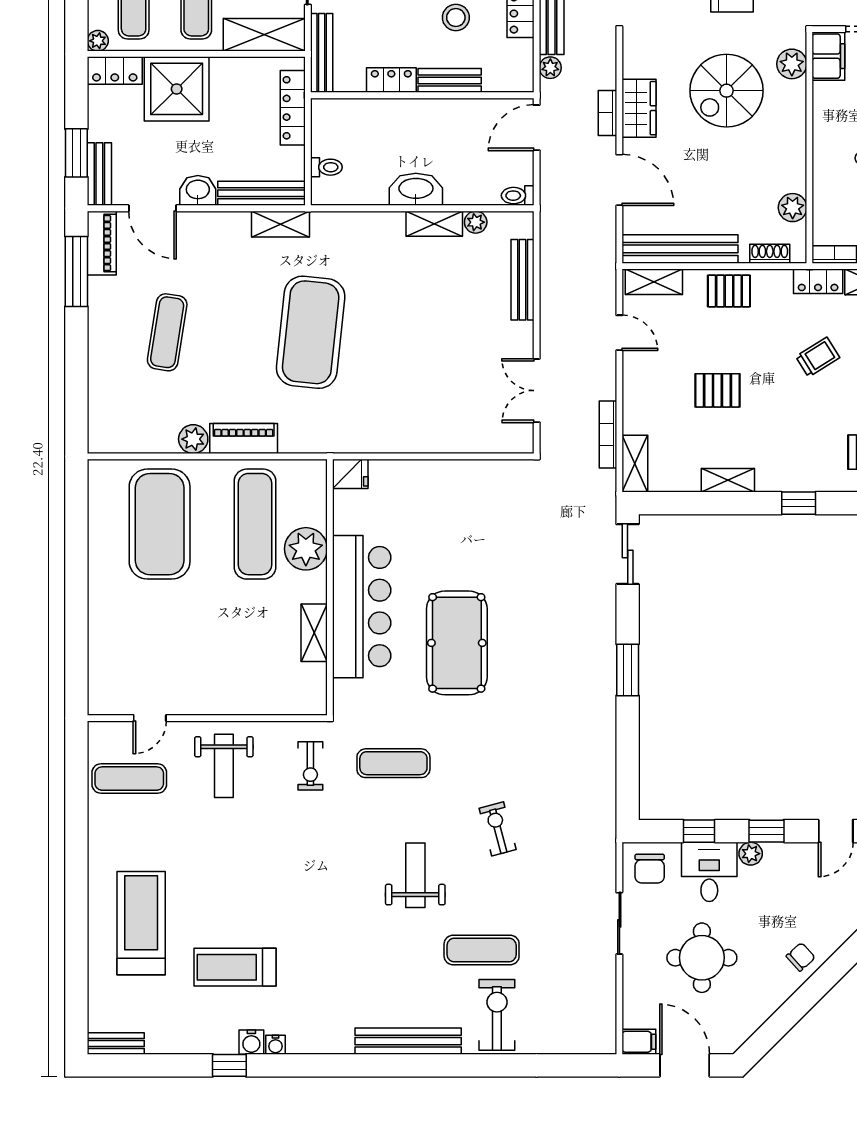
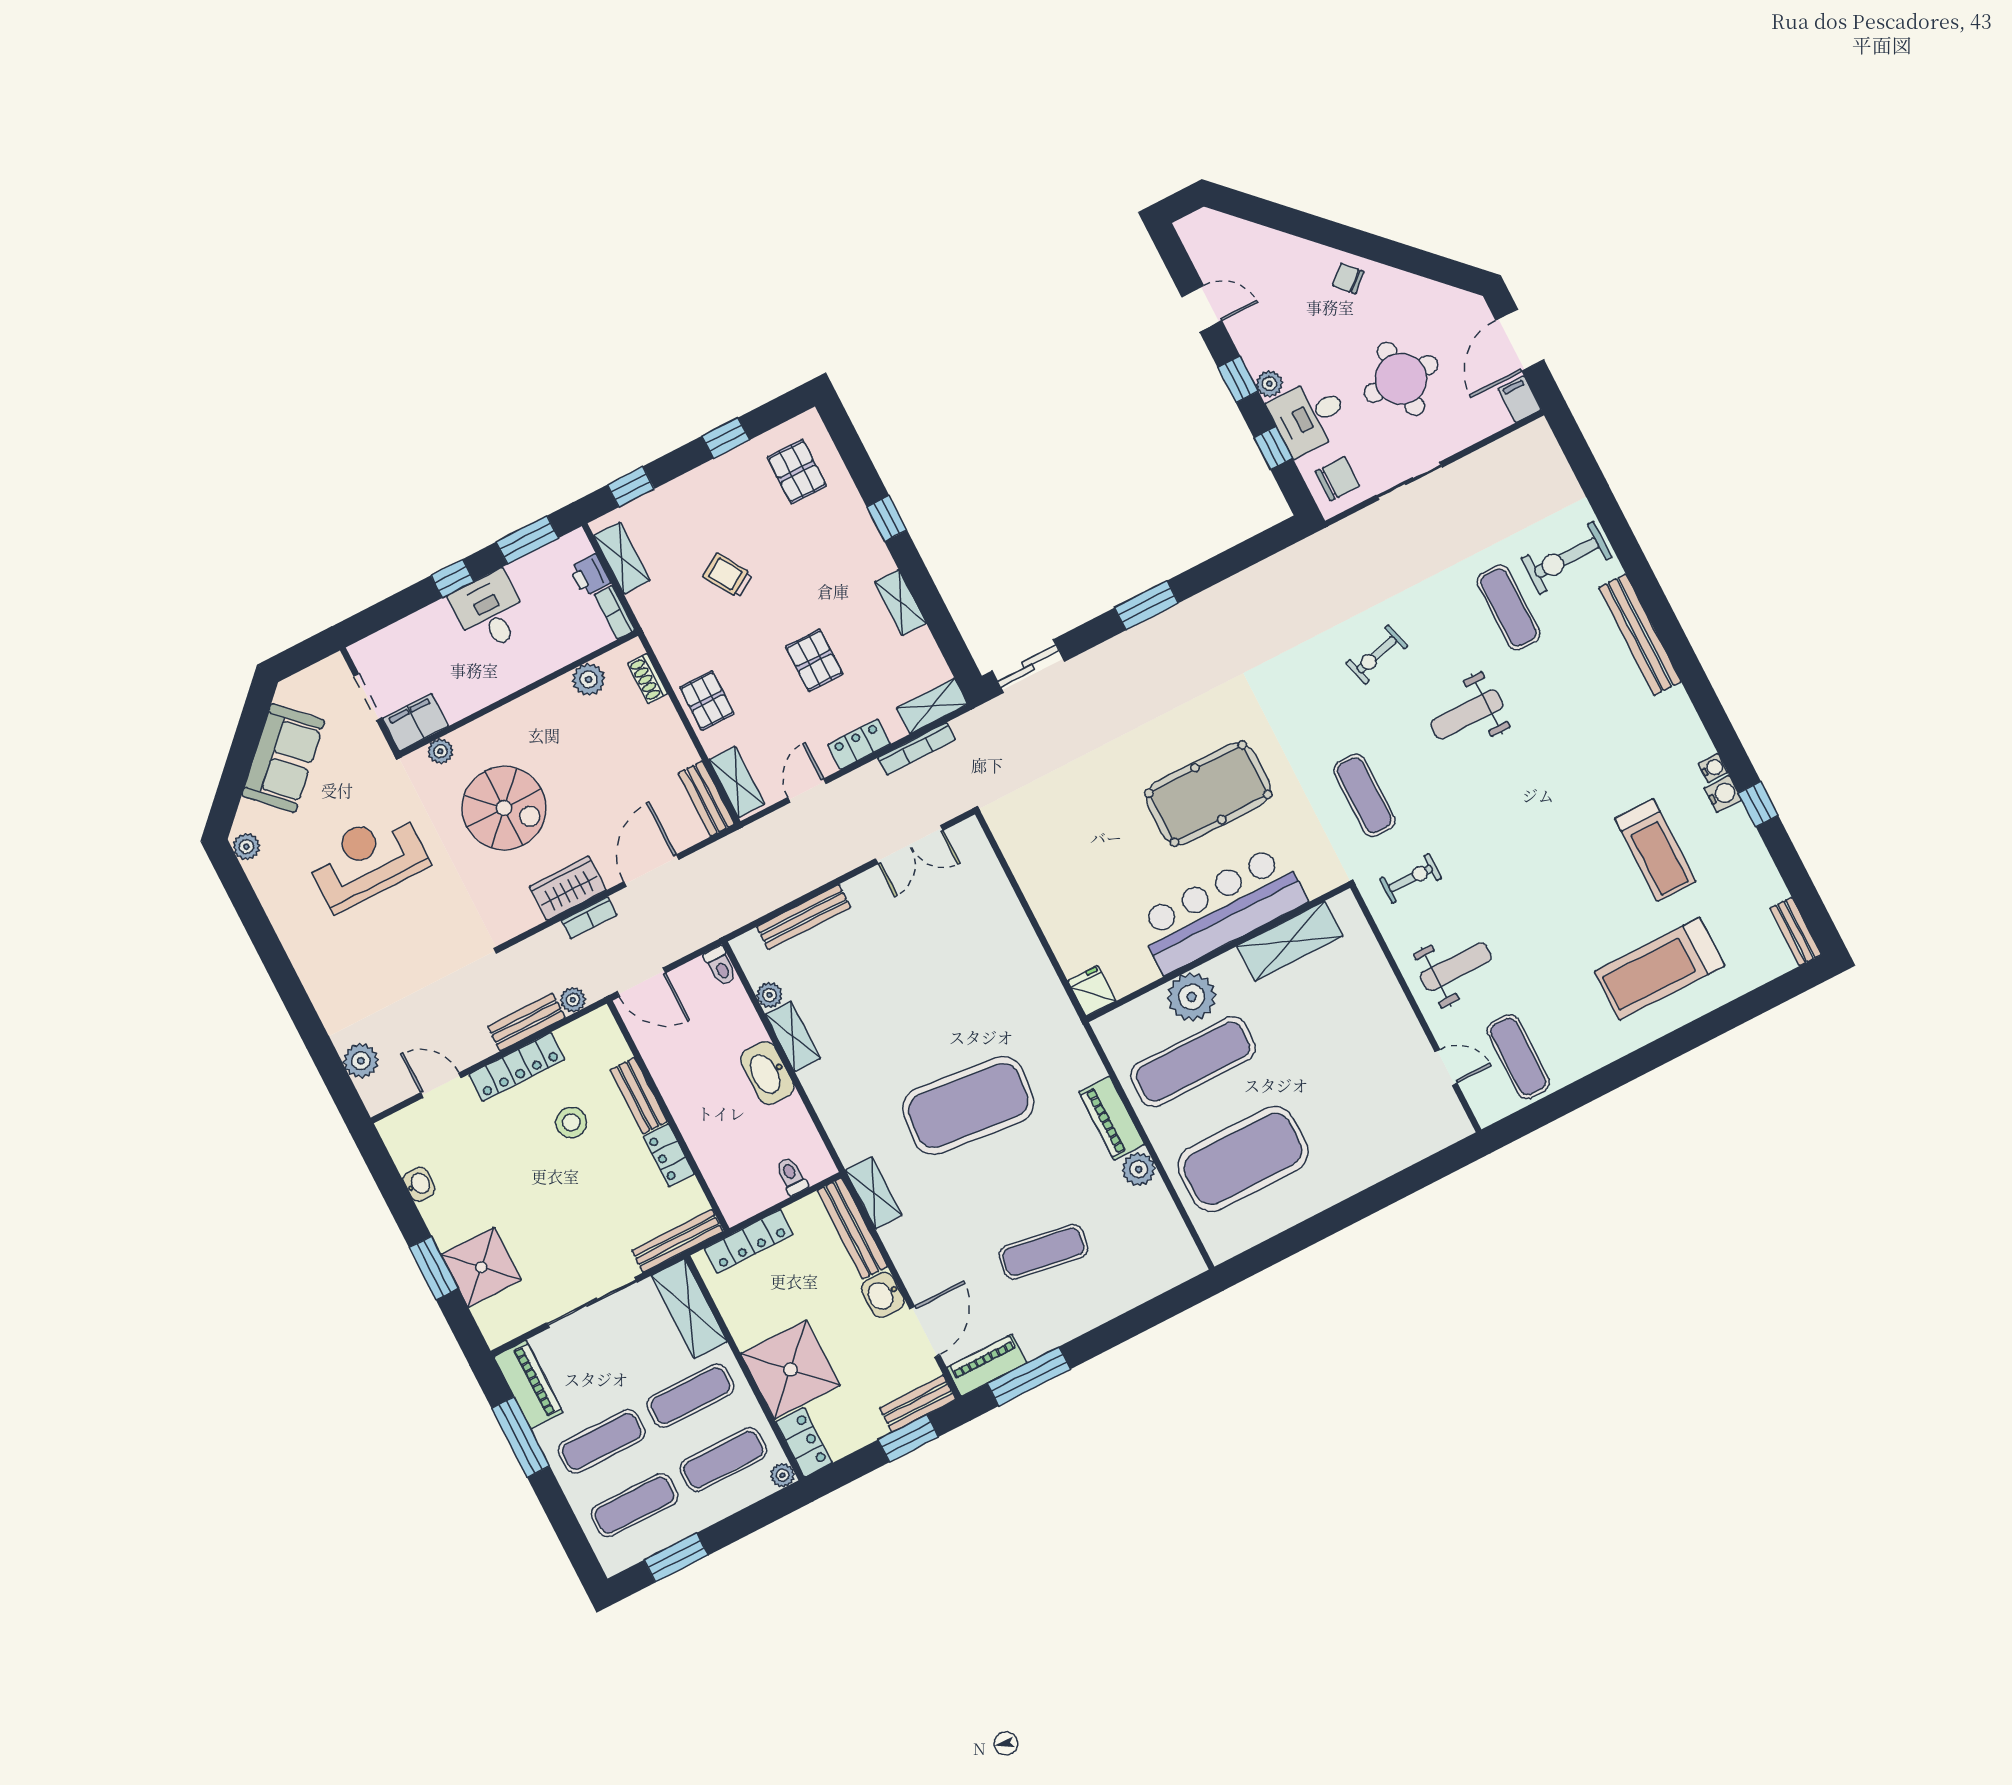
plant: (792, 64) -> (440, 751), width x0.73, depth x0.73
bench: (680, 249) -> (706, 799), width x0.54, depth x0.82
locker: (818, 281) -> (859, 744), moved, turned -90
shelving: (314, 633) -> (1290, 941), width x1.50, depth x1.33

